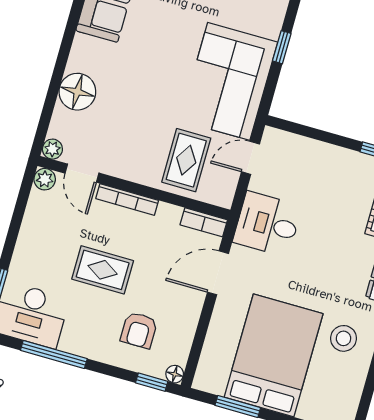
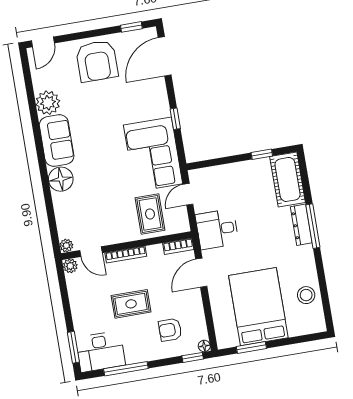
floor lamp: (77, 92) -> (61, 179), moved
armchair: (139, 330) -> (170, 330), turned 90
stool: (344, 338) -> (306, 295), moved

